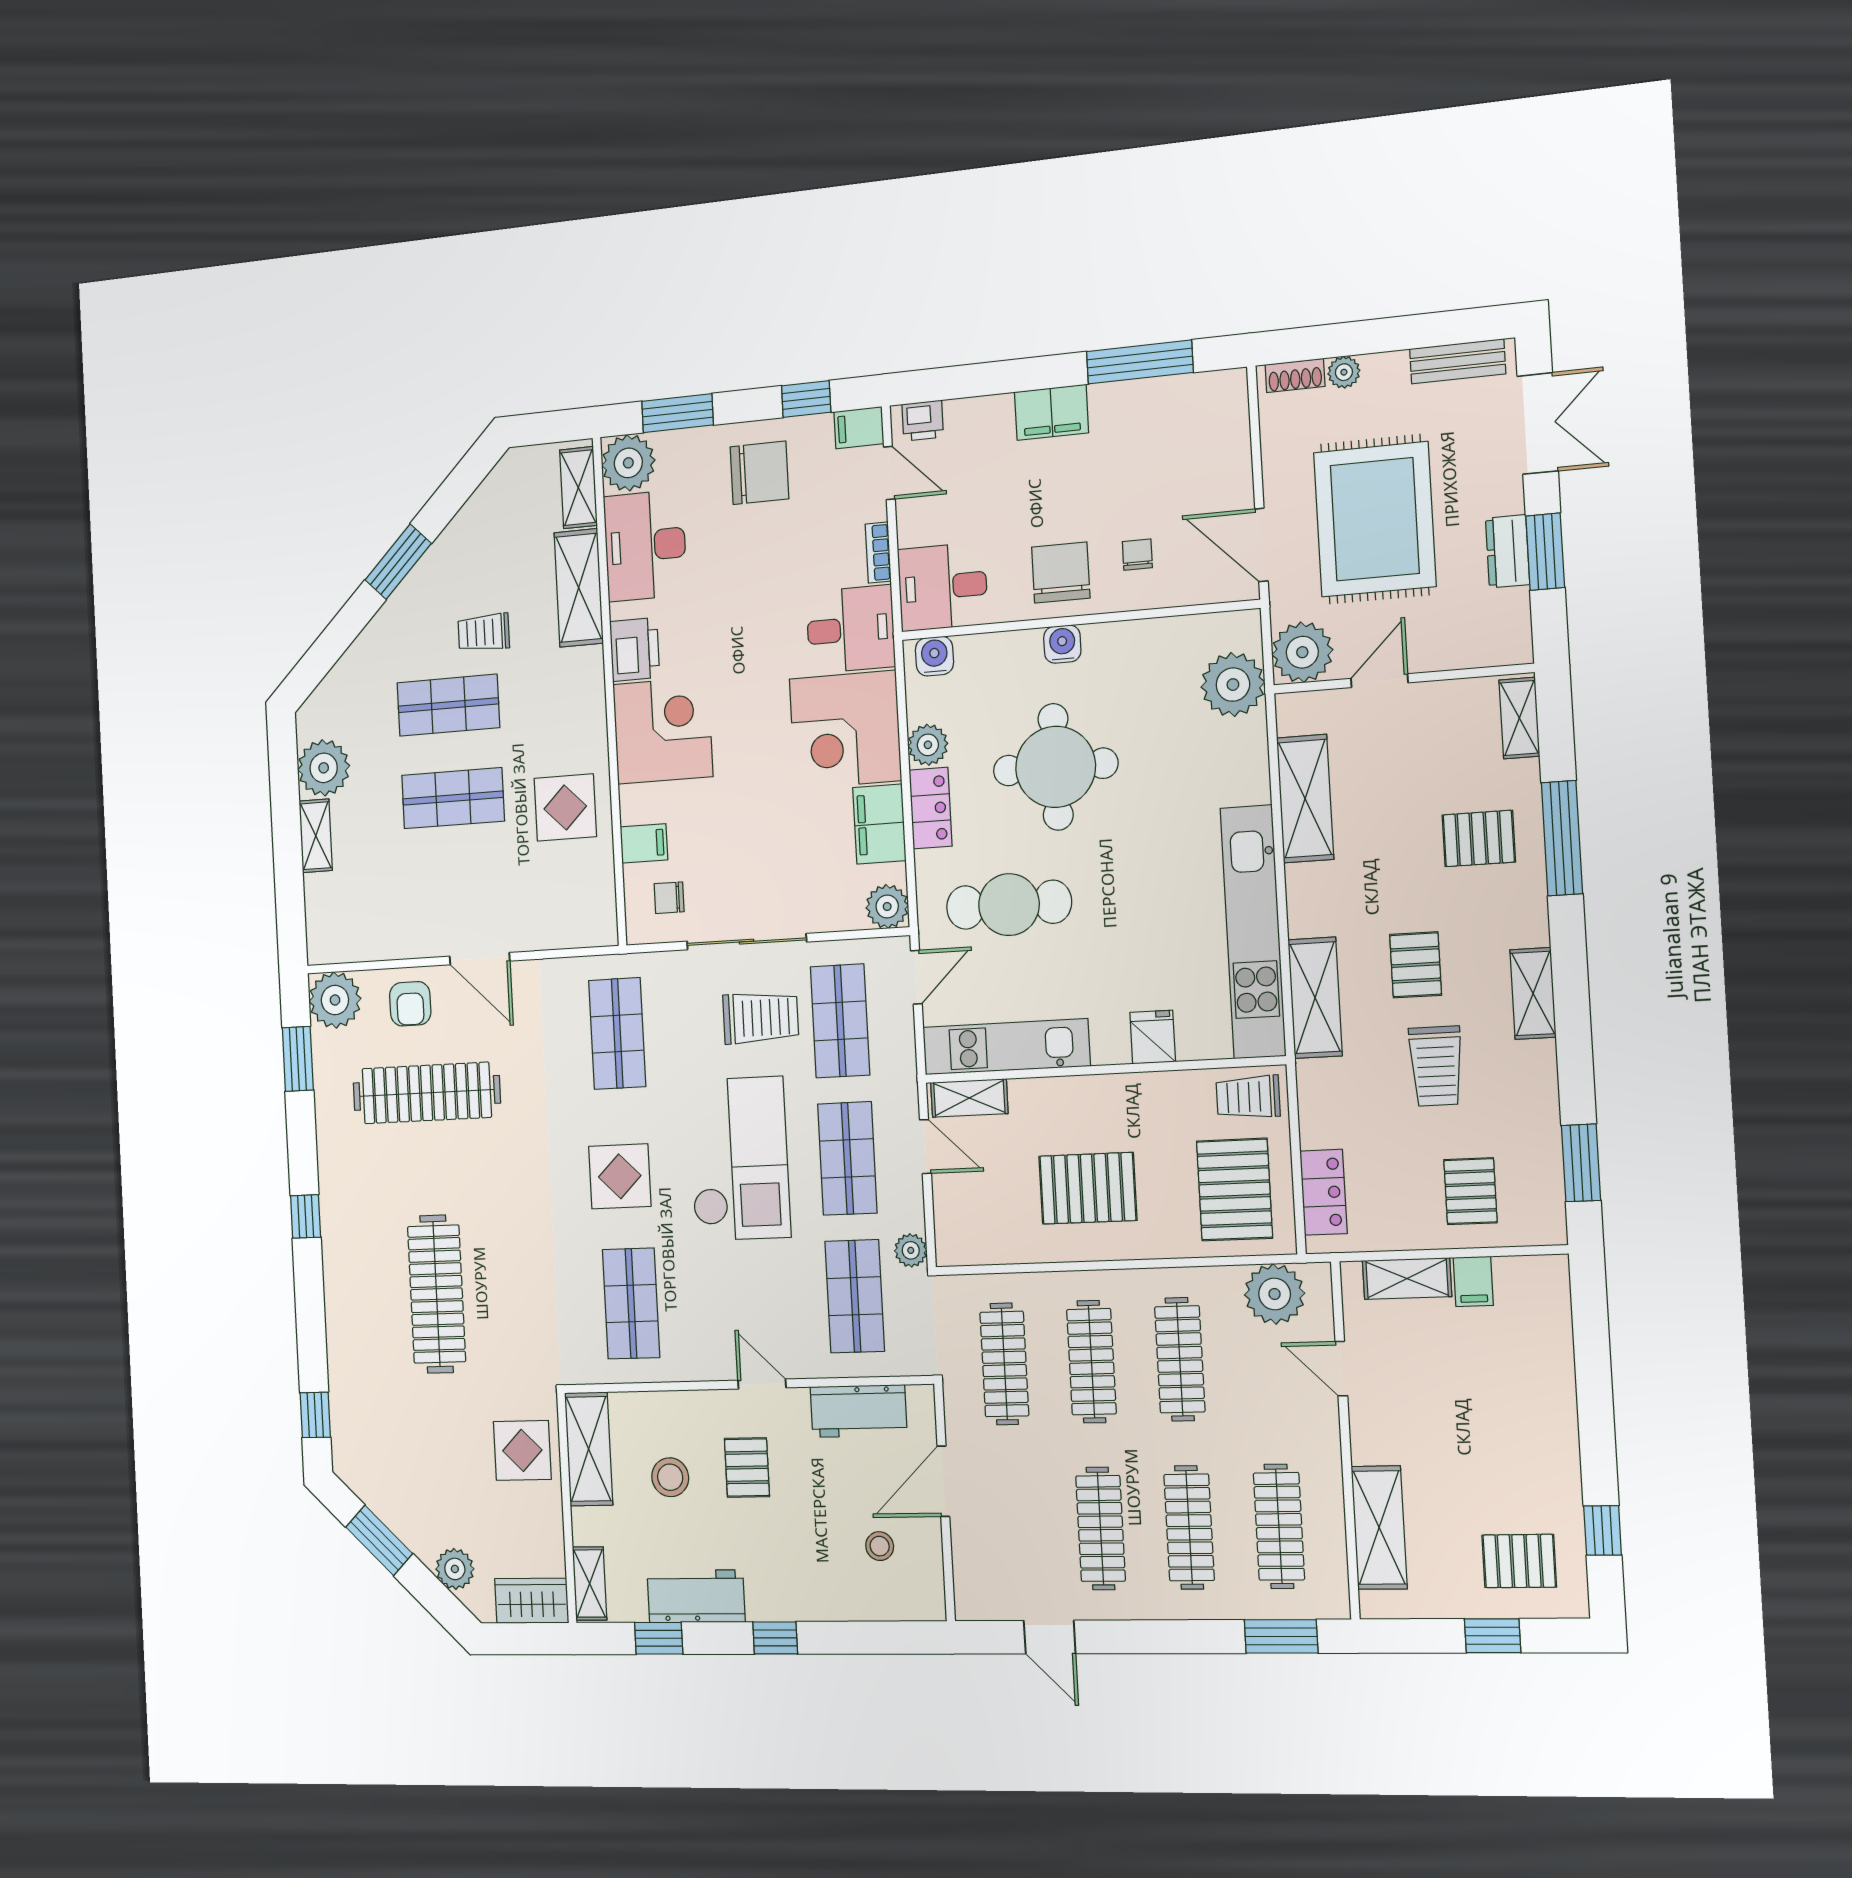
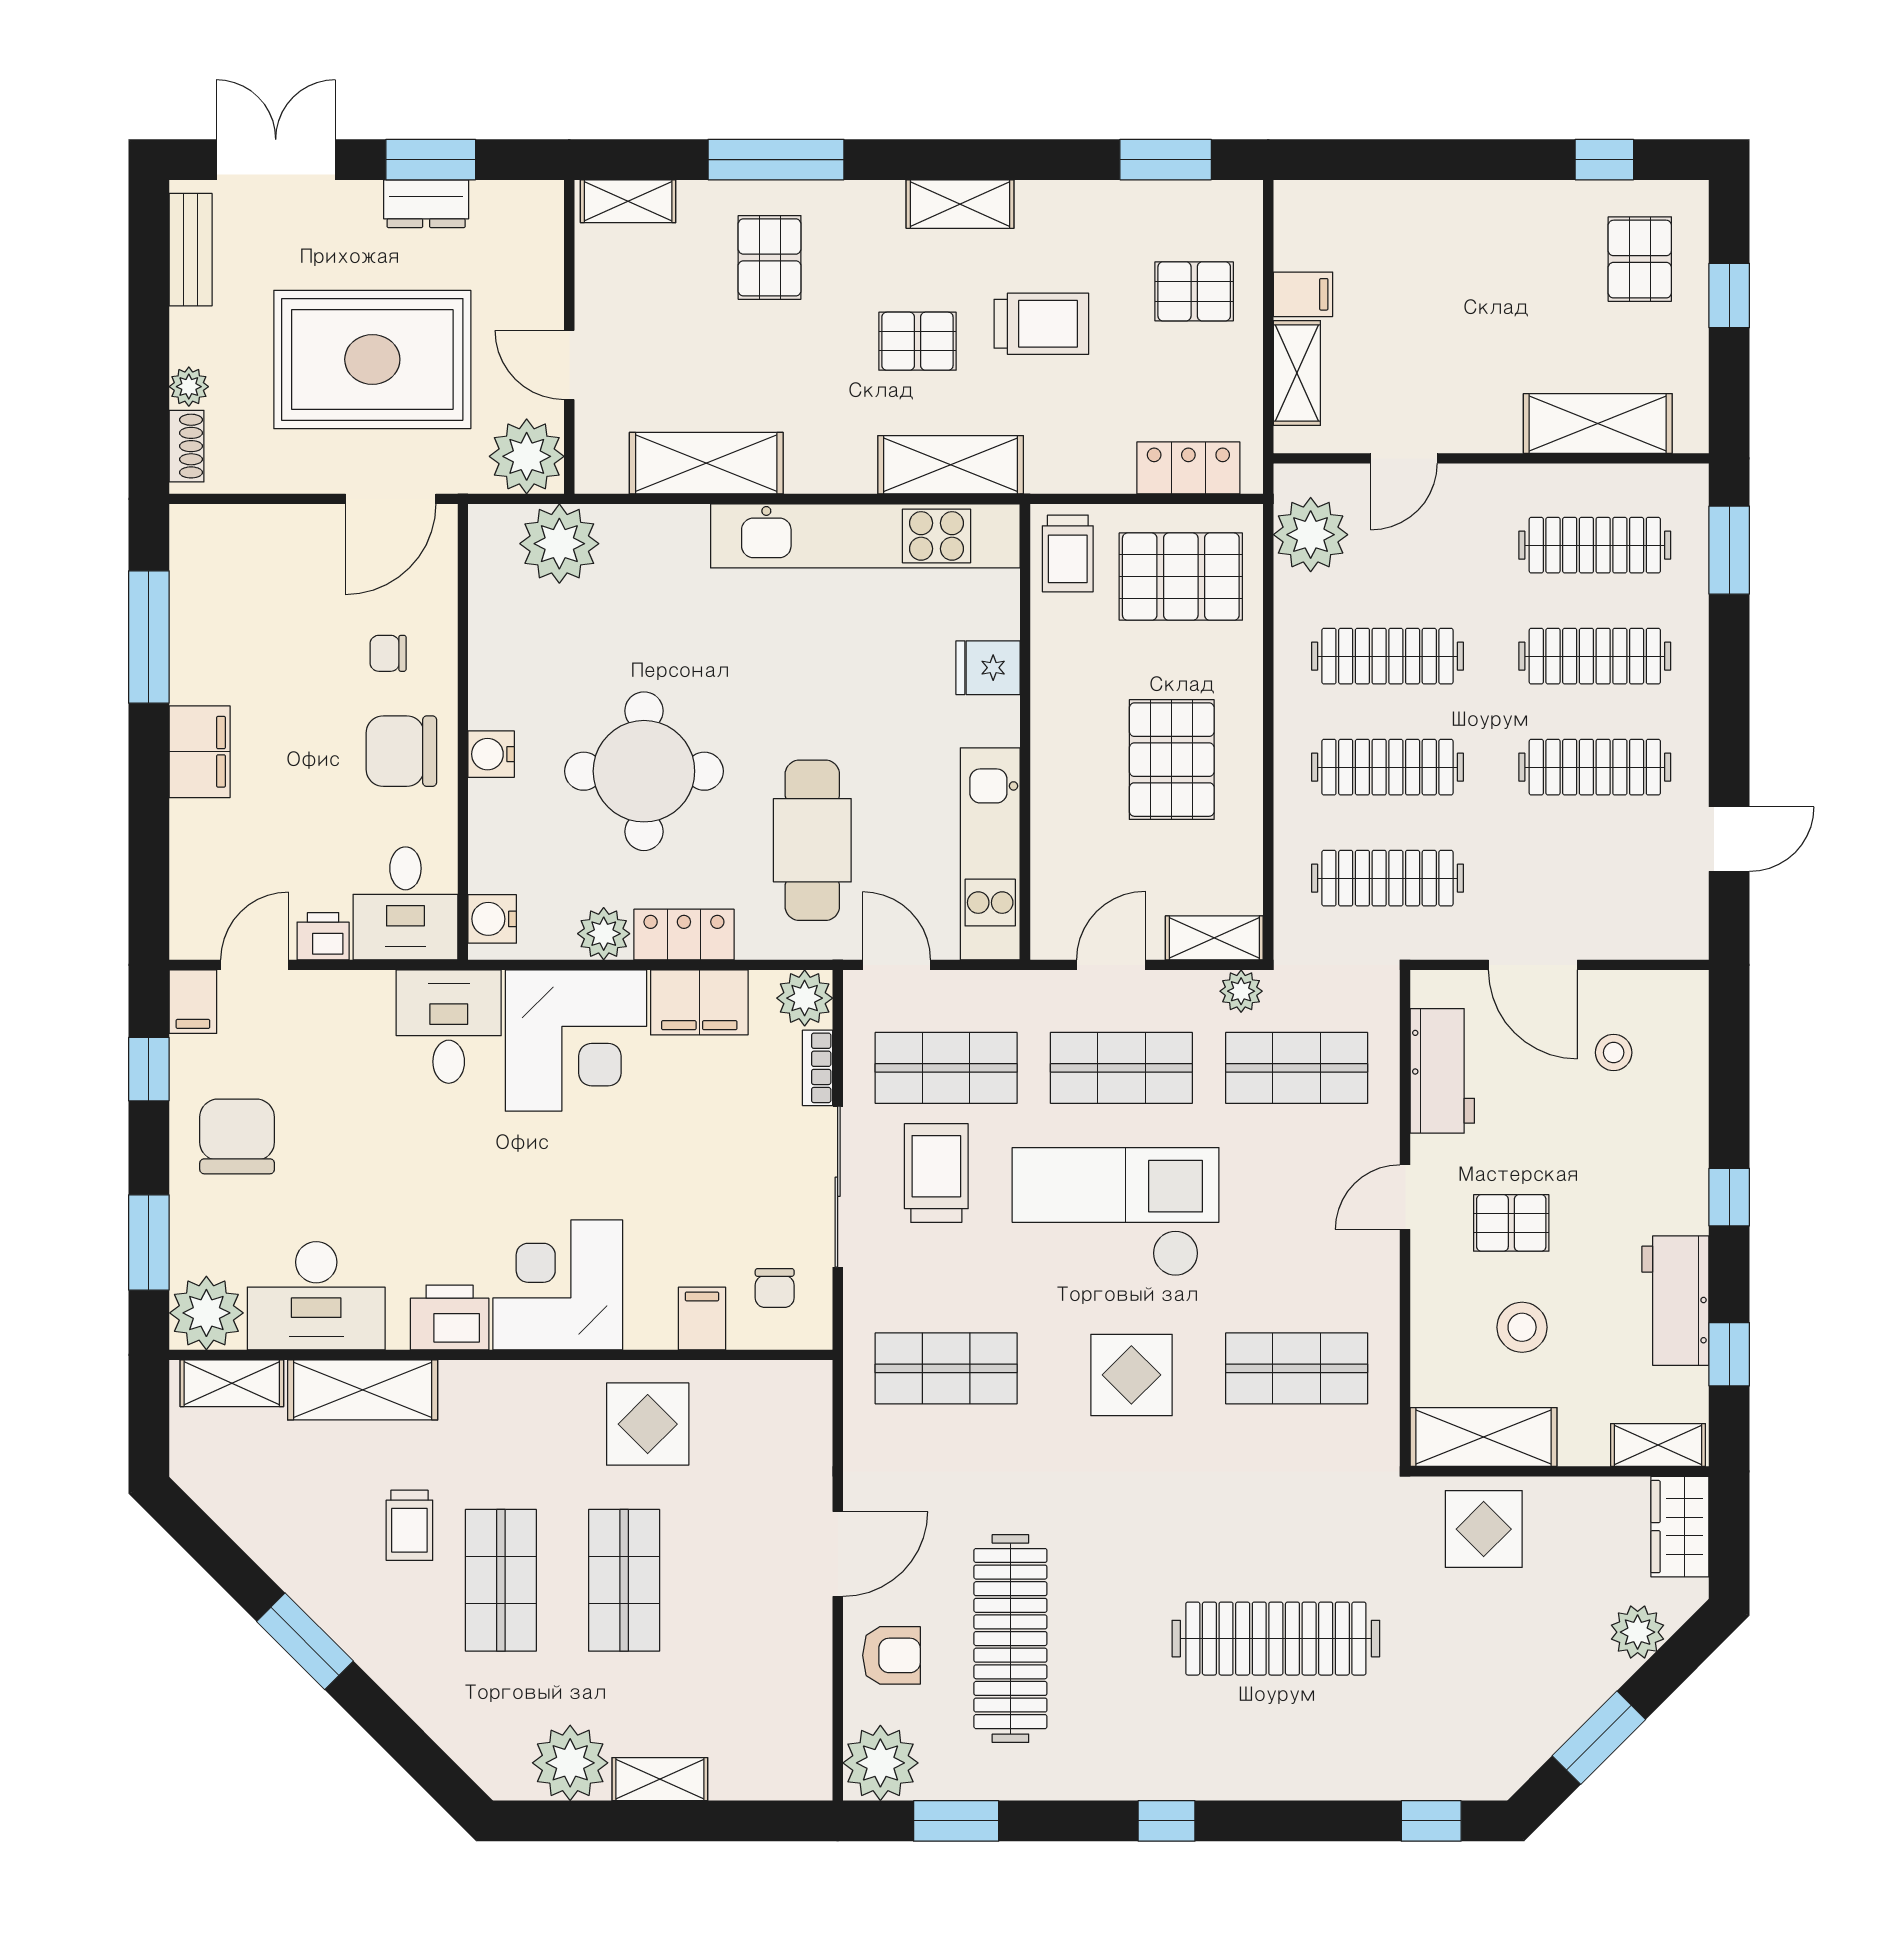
printer: (923, 421) -> (323, 936), moved, turned -90
bookcase: (878, 553) -> (818, 1068), moved, turned 90
shelving: (969, 1098) -> (1214, 938), moved, turned 90

